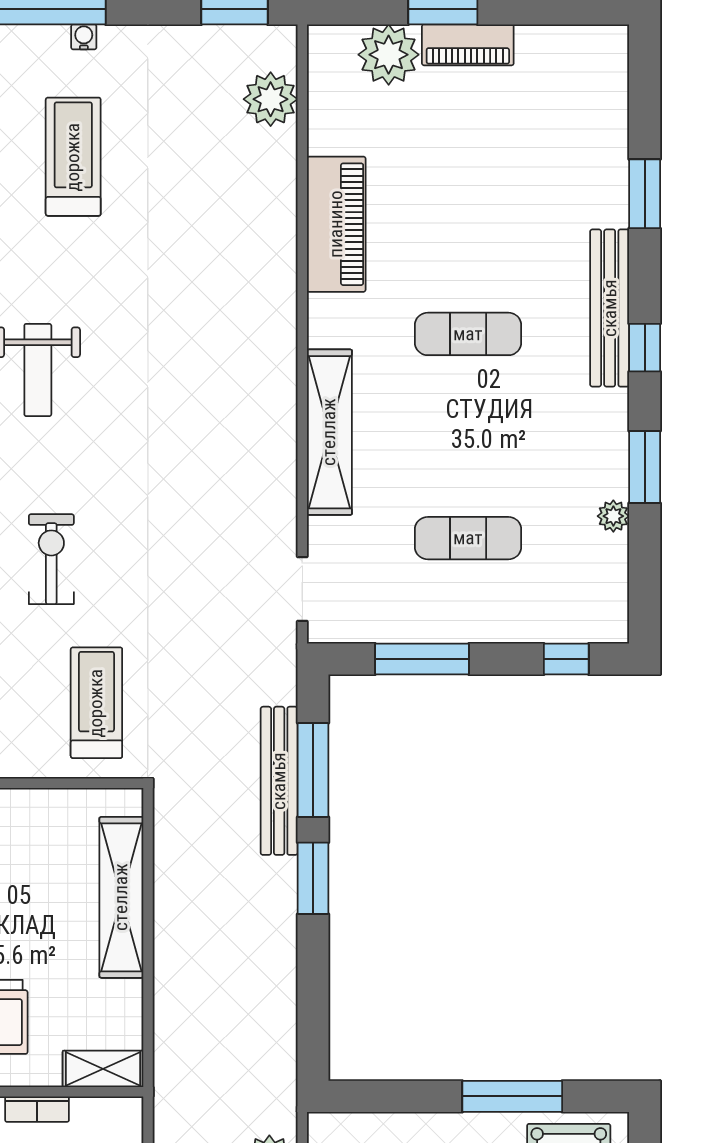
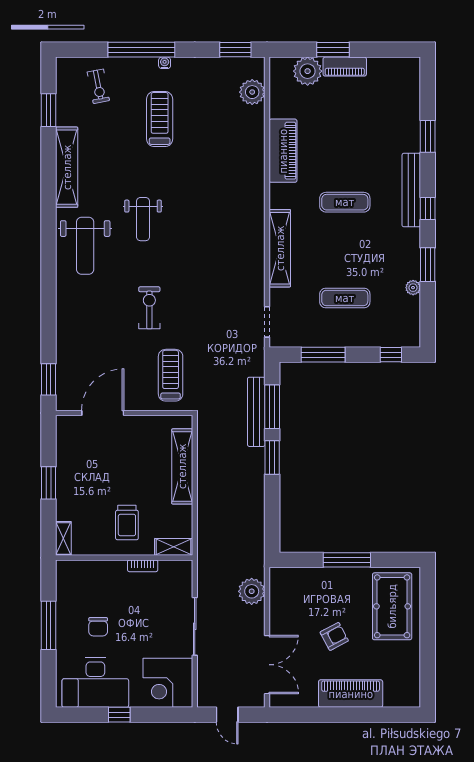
window: (512, 1096) -> (347, 560), moved

